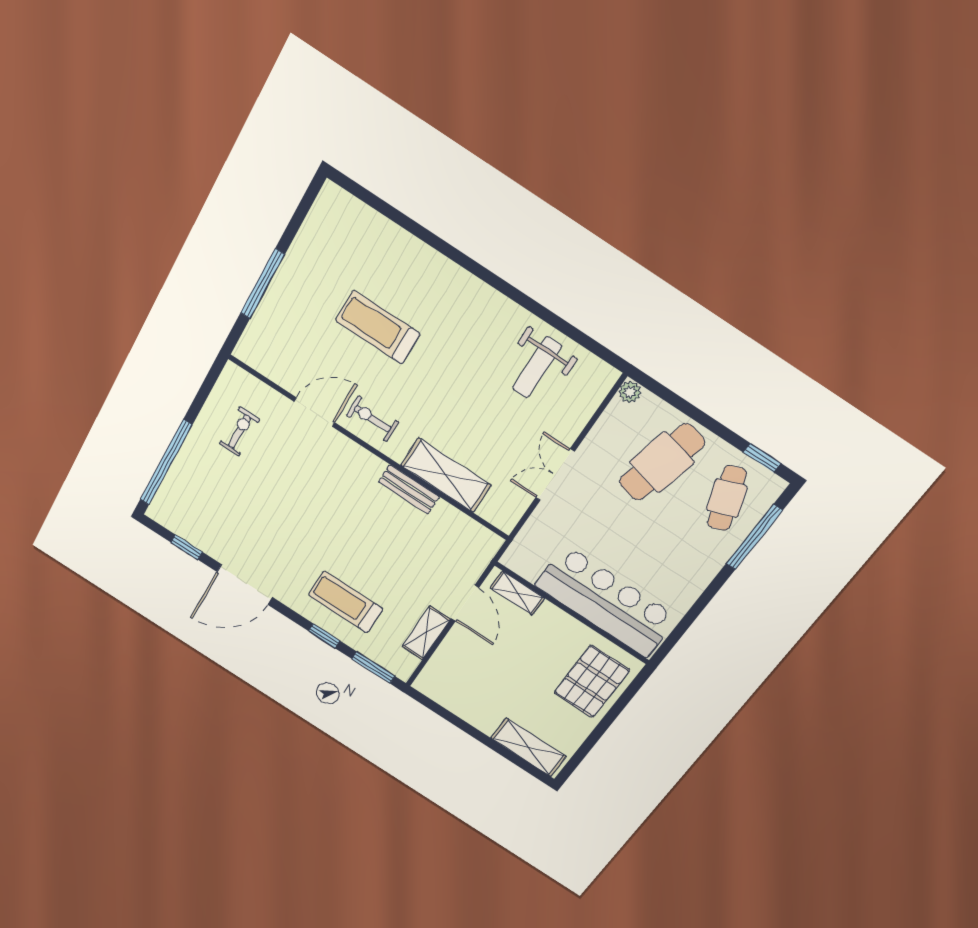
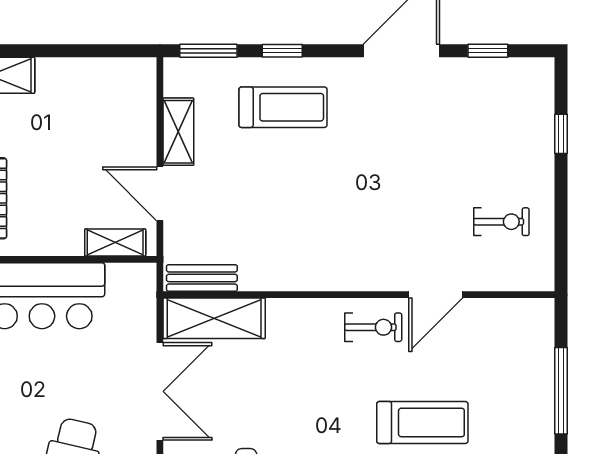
exercise bike: (239, 431) -> (501, 222), turned -90
window: (166, 463) -> (561, 134), width x0.32
shelving: (446, 475) -> (214, 318), moved
double door: (555, 475) -> (160, 391), width x1.37
bench: (409, 489) -> (202, 278), moved

